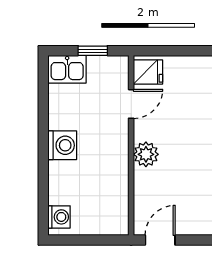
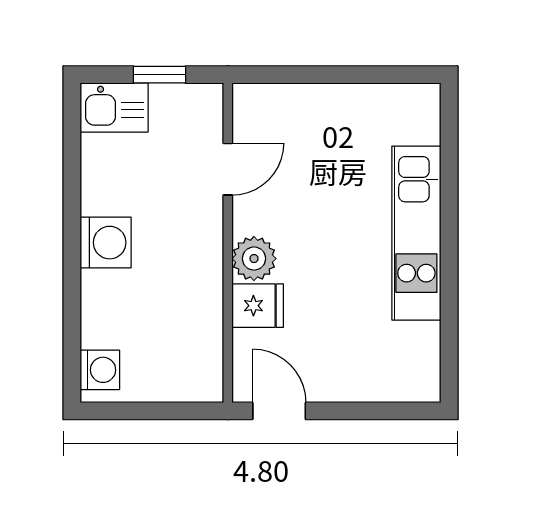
fridge: (148, 72) -> (258, 306), moved
door: (160, 240) -> (279, 411), hinge flipped

